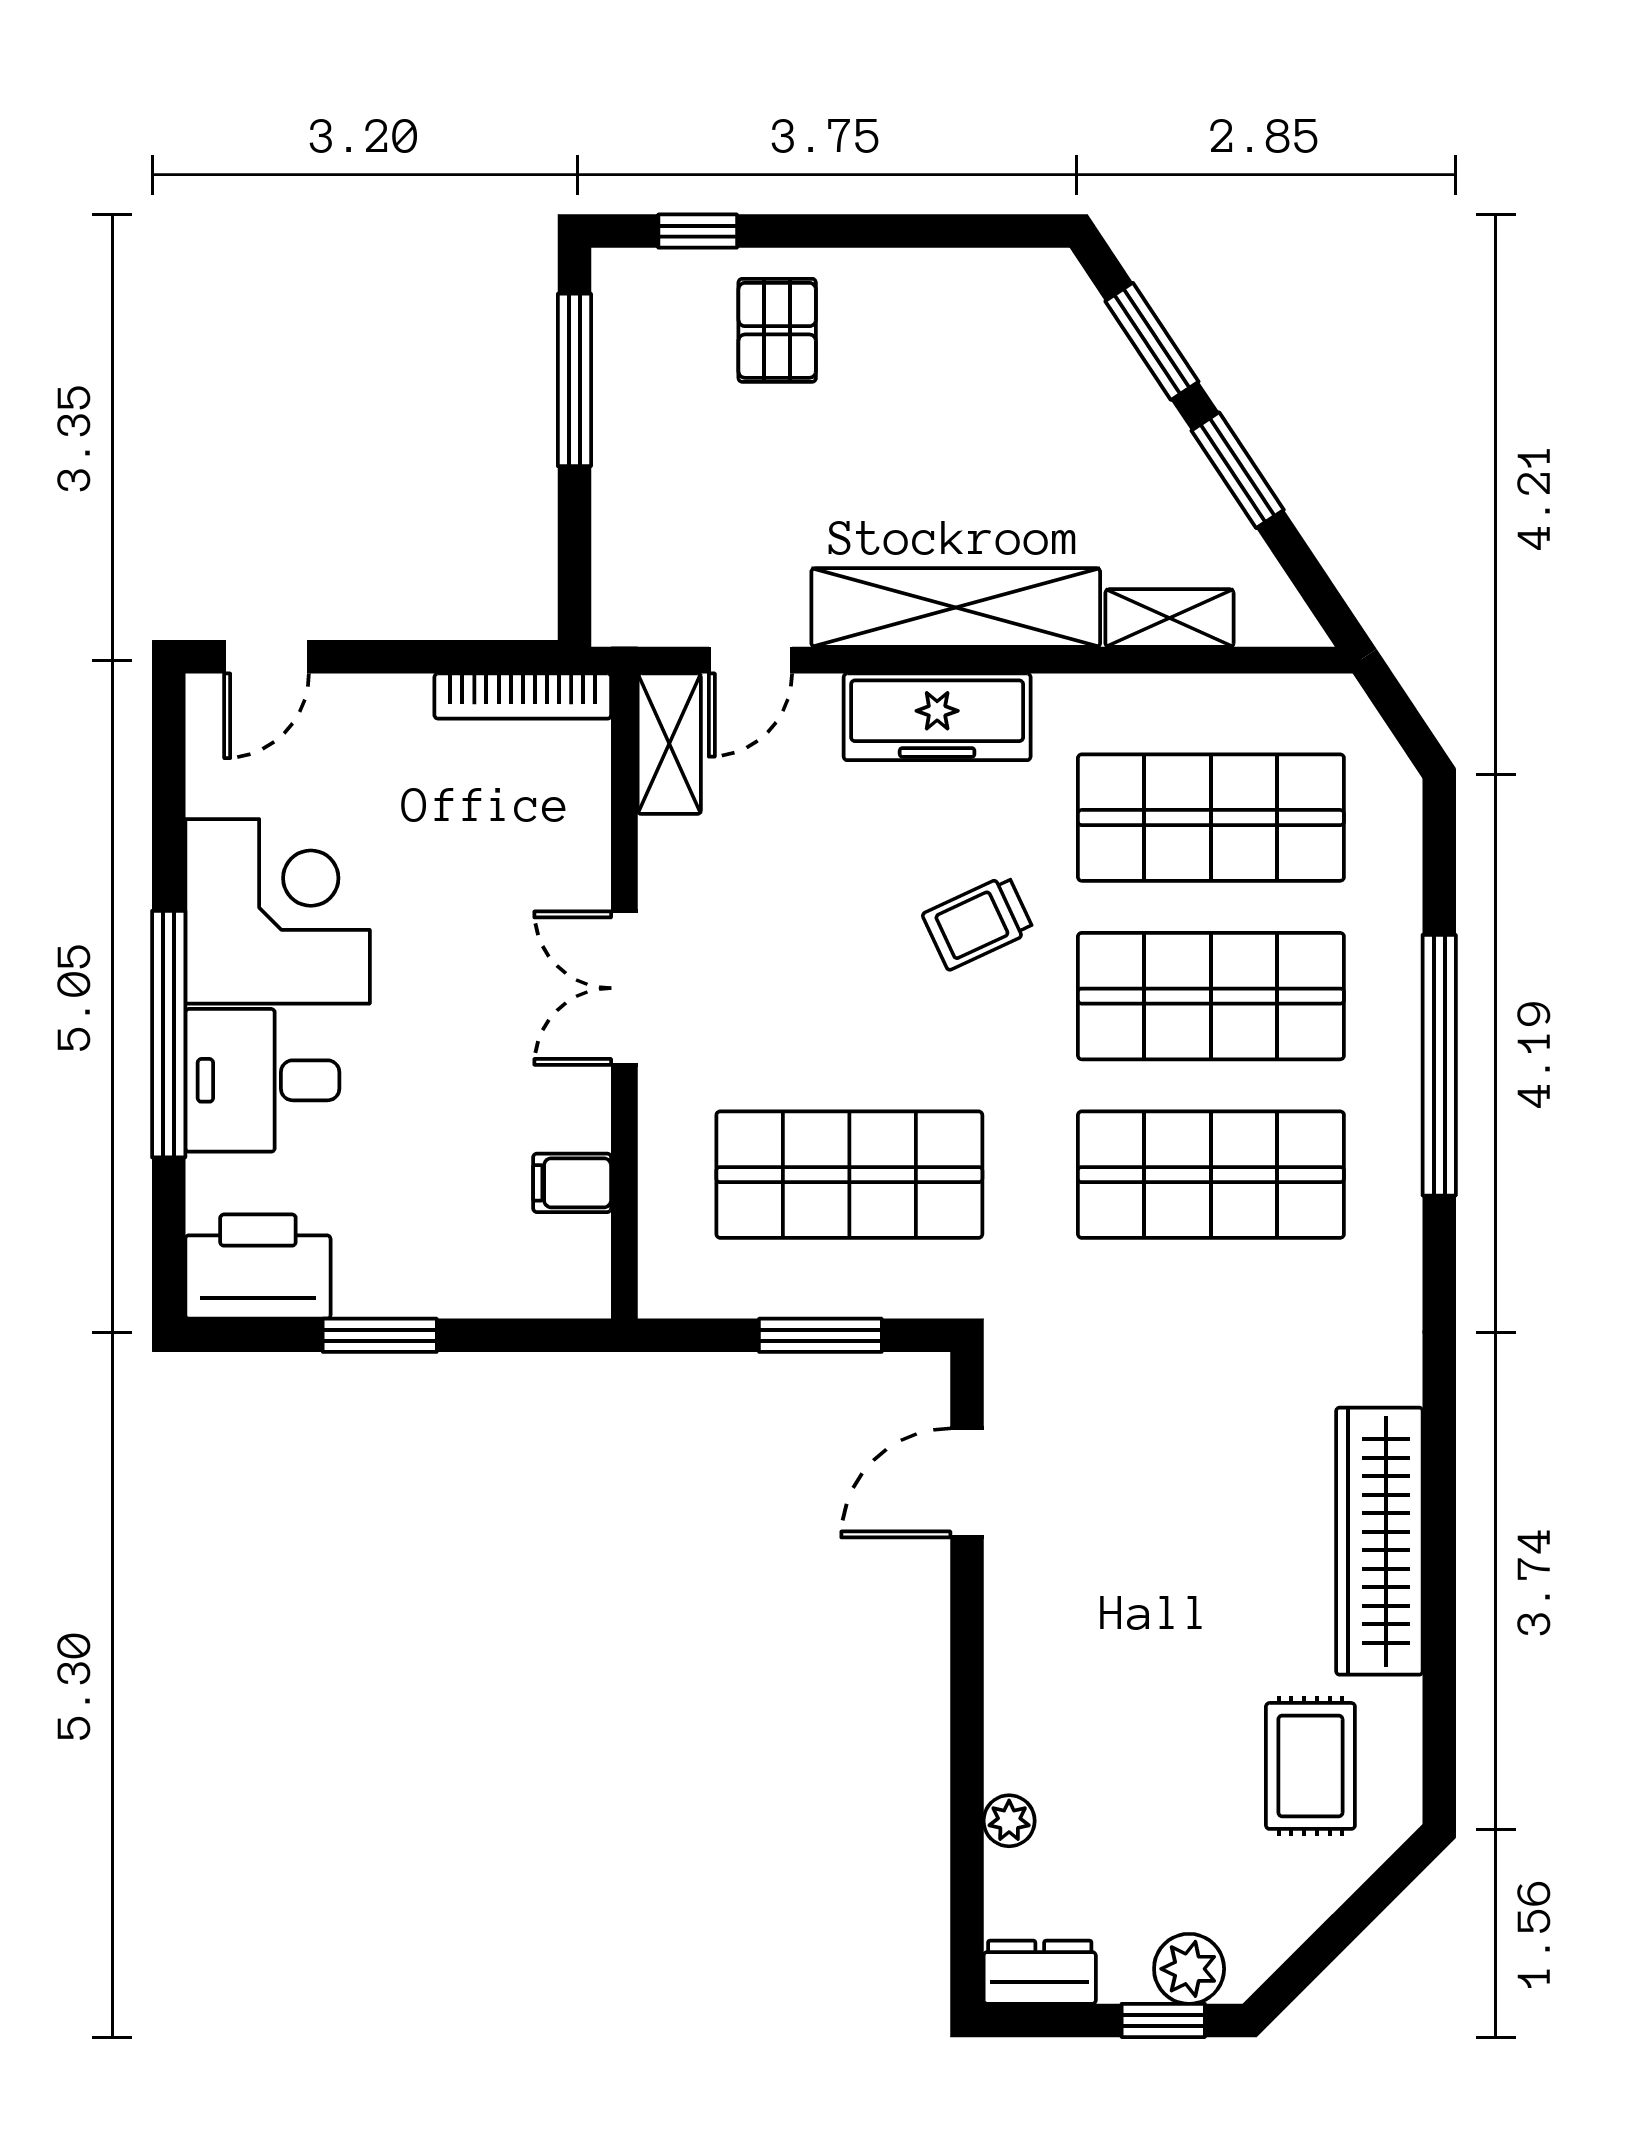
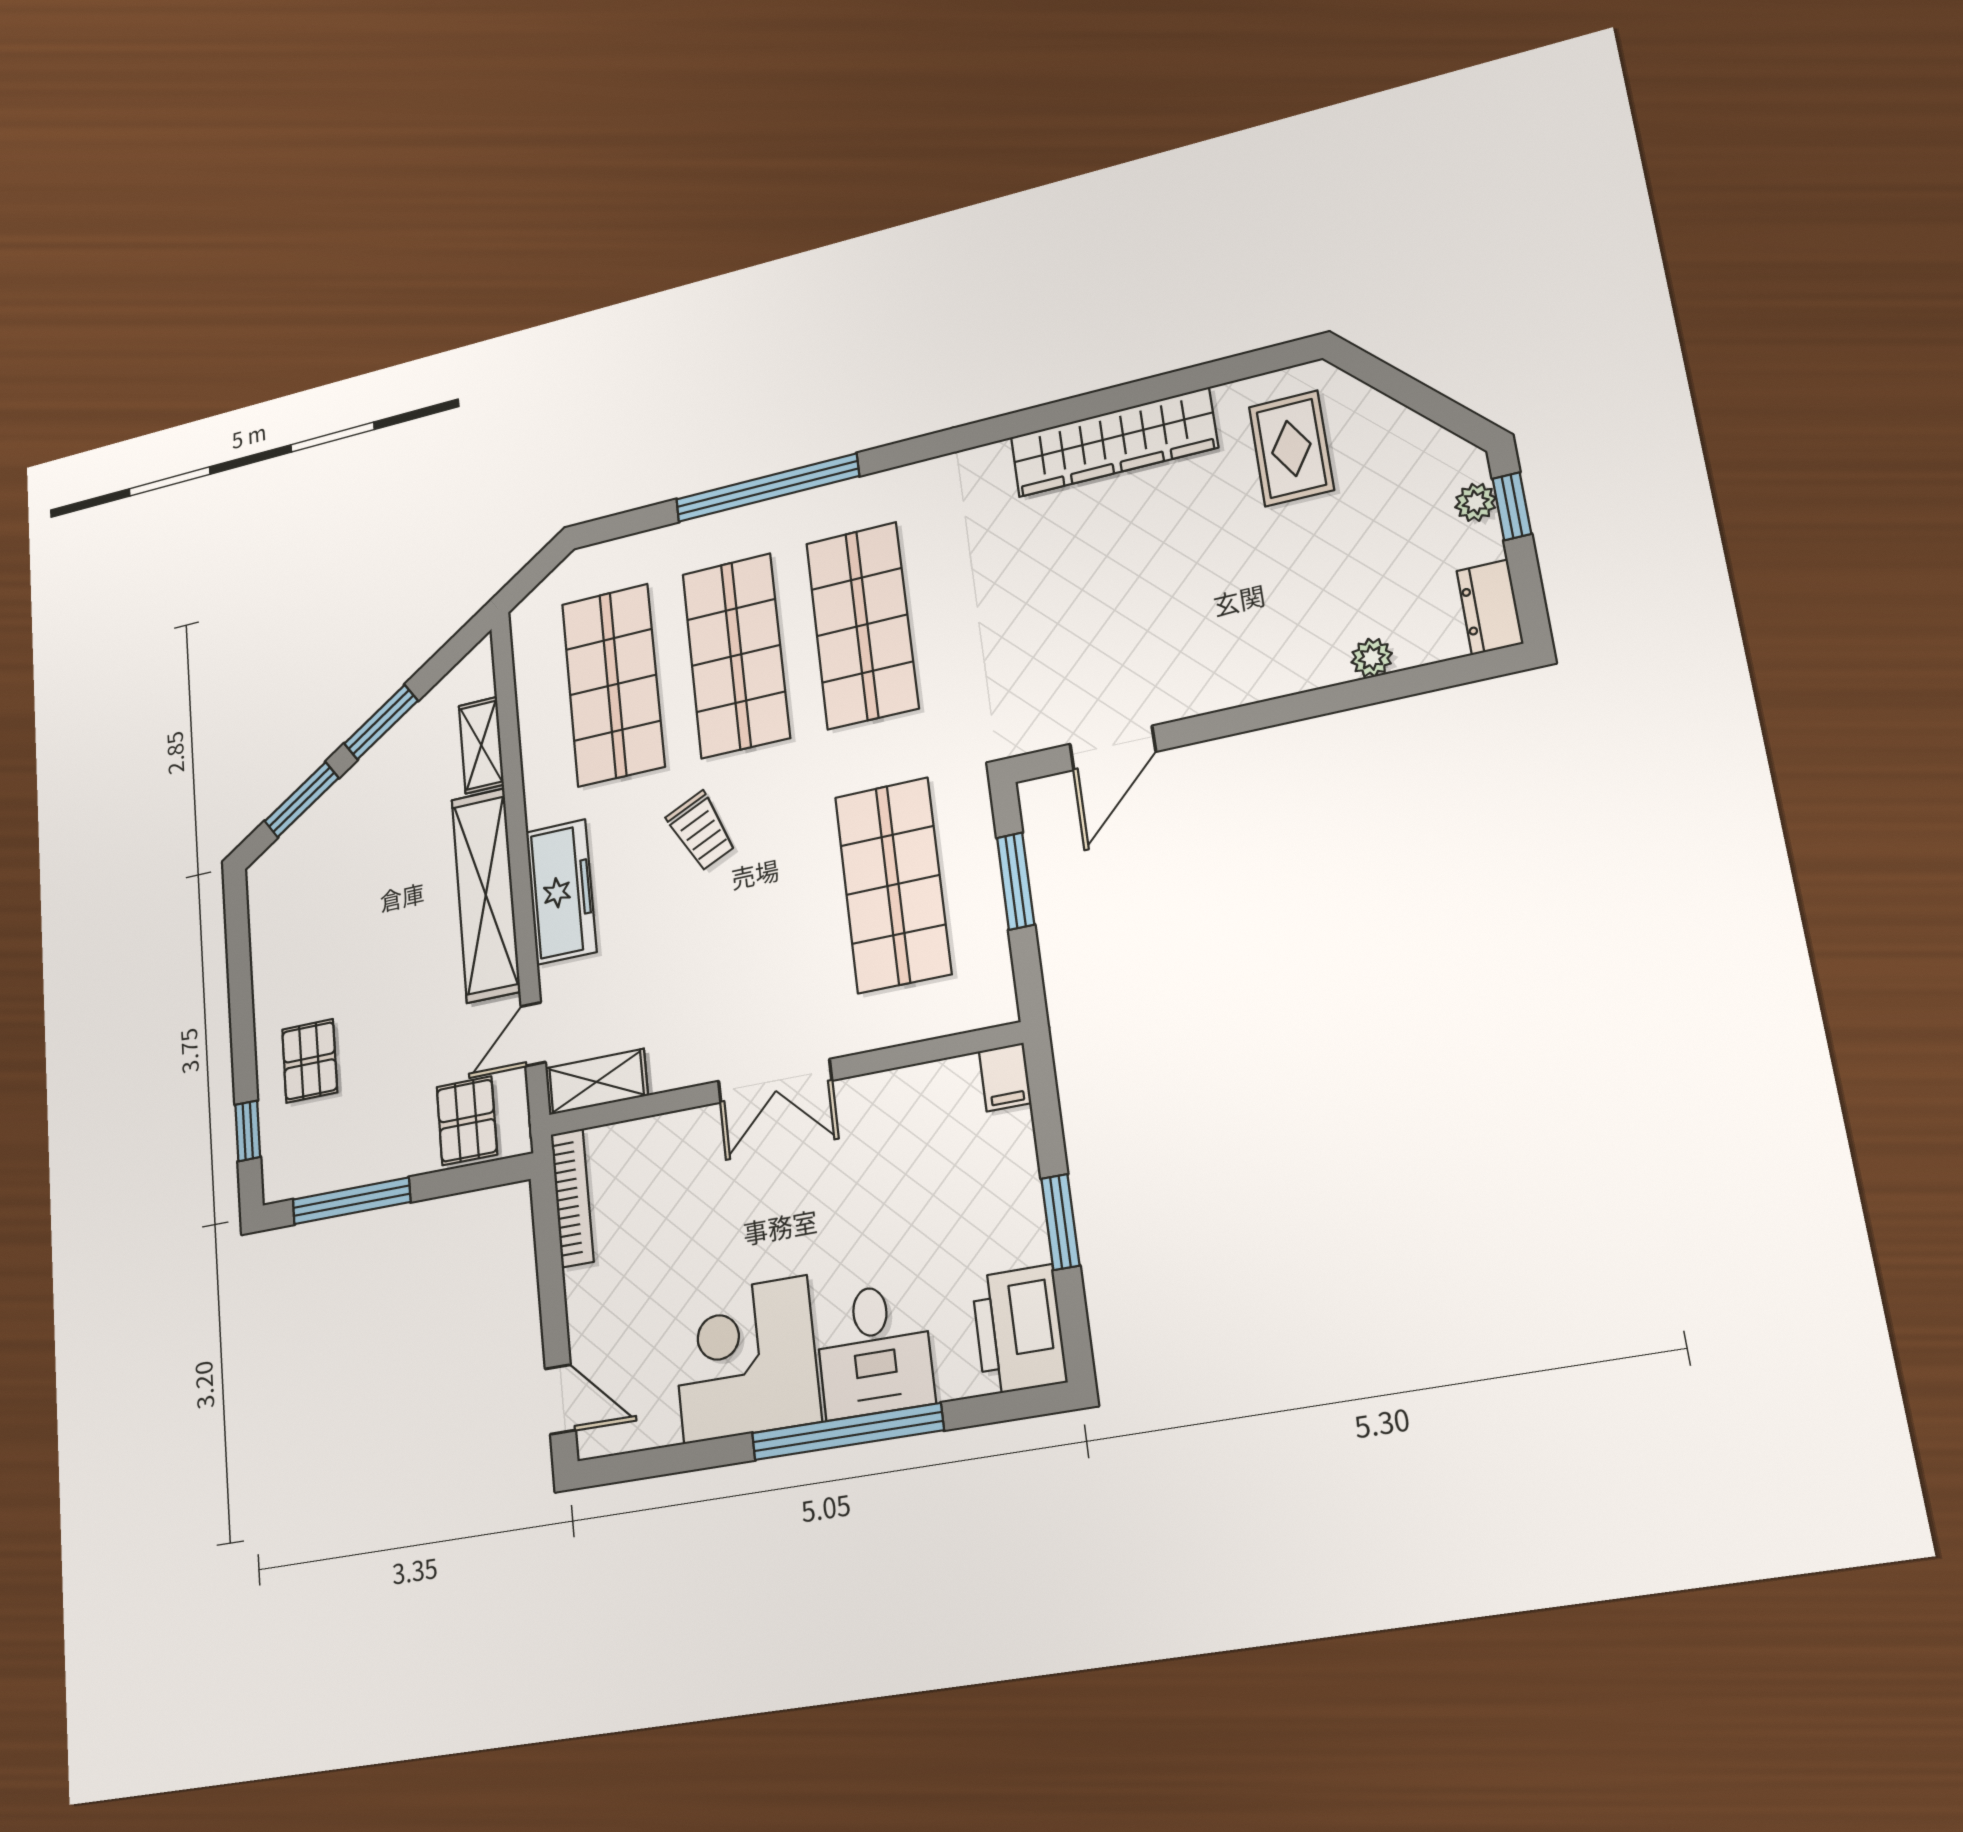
pallet: (777, 330) -> (310, 1061), turned 90
pallet: (652, 556) -> (467, 1121), added
door: (750, 660) -> (533, 1034), swing flipped
filing cabinet: (572, 1183) -> (1005, 1077), moved
door: (967, 1483) -> (1113, 748), hinge flipped
rug: (1310, 1766) -> (1291, 448), turned 90
plant: (1189, 1969) -> (1476, 502), width x0.73, depth x0.73

